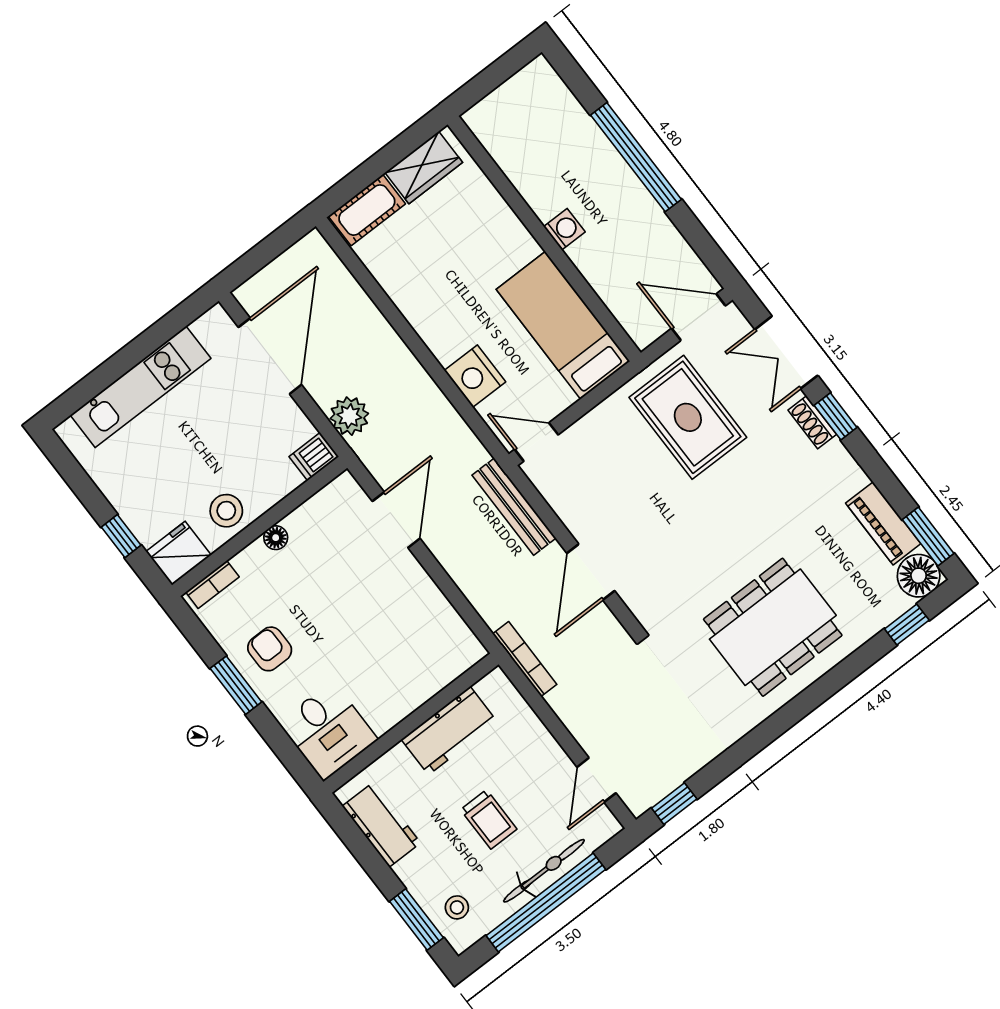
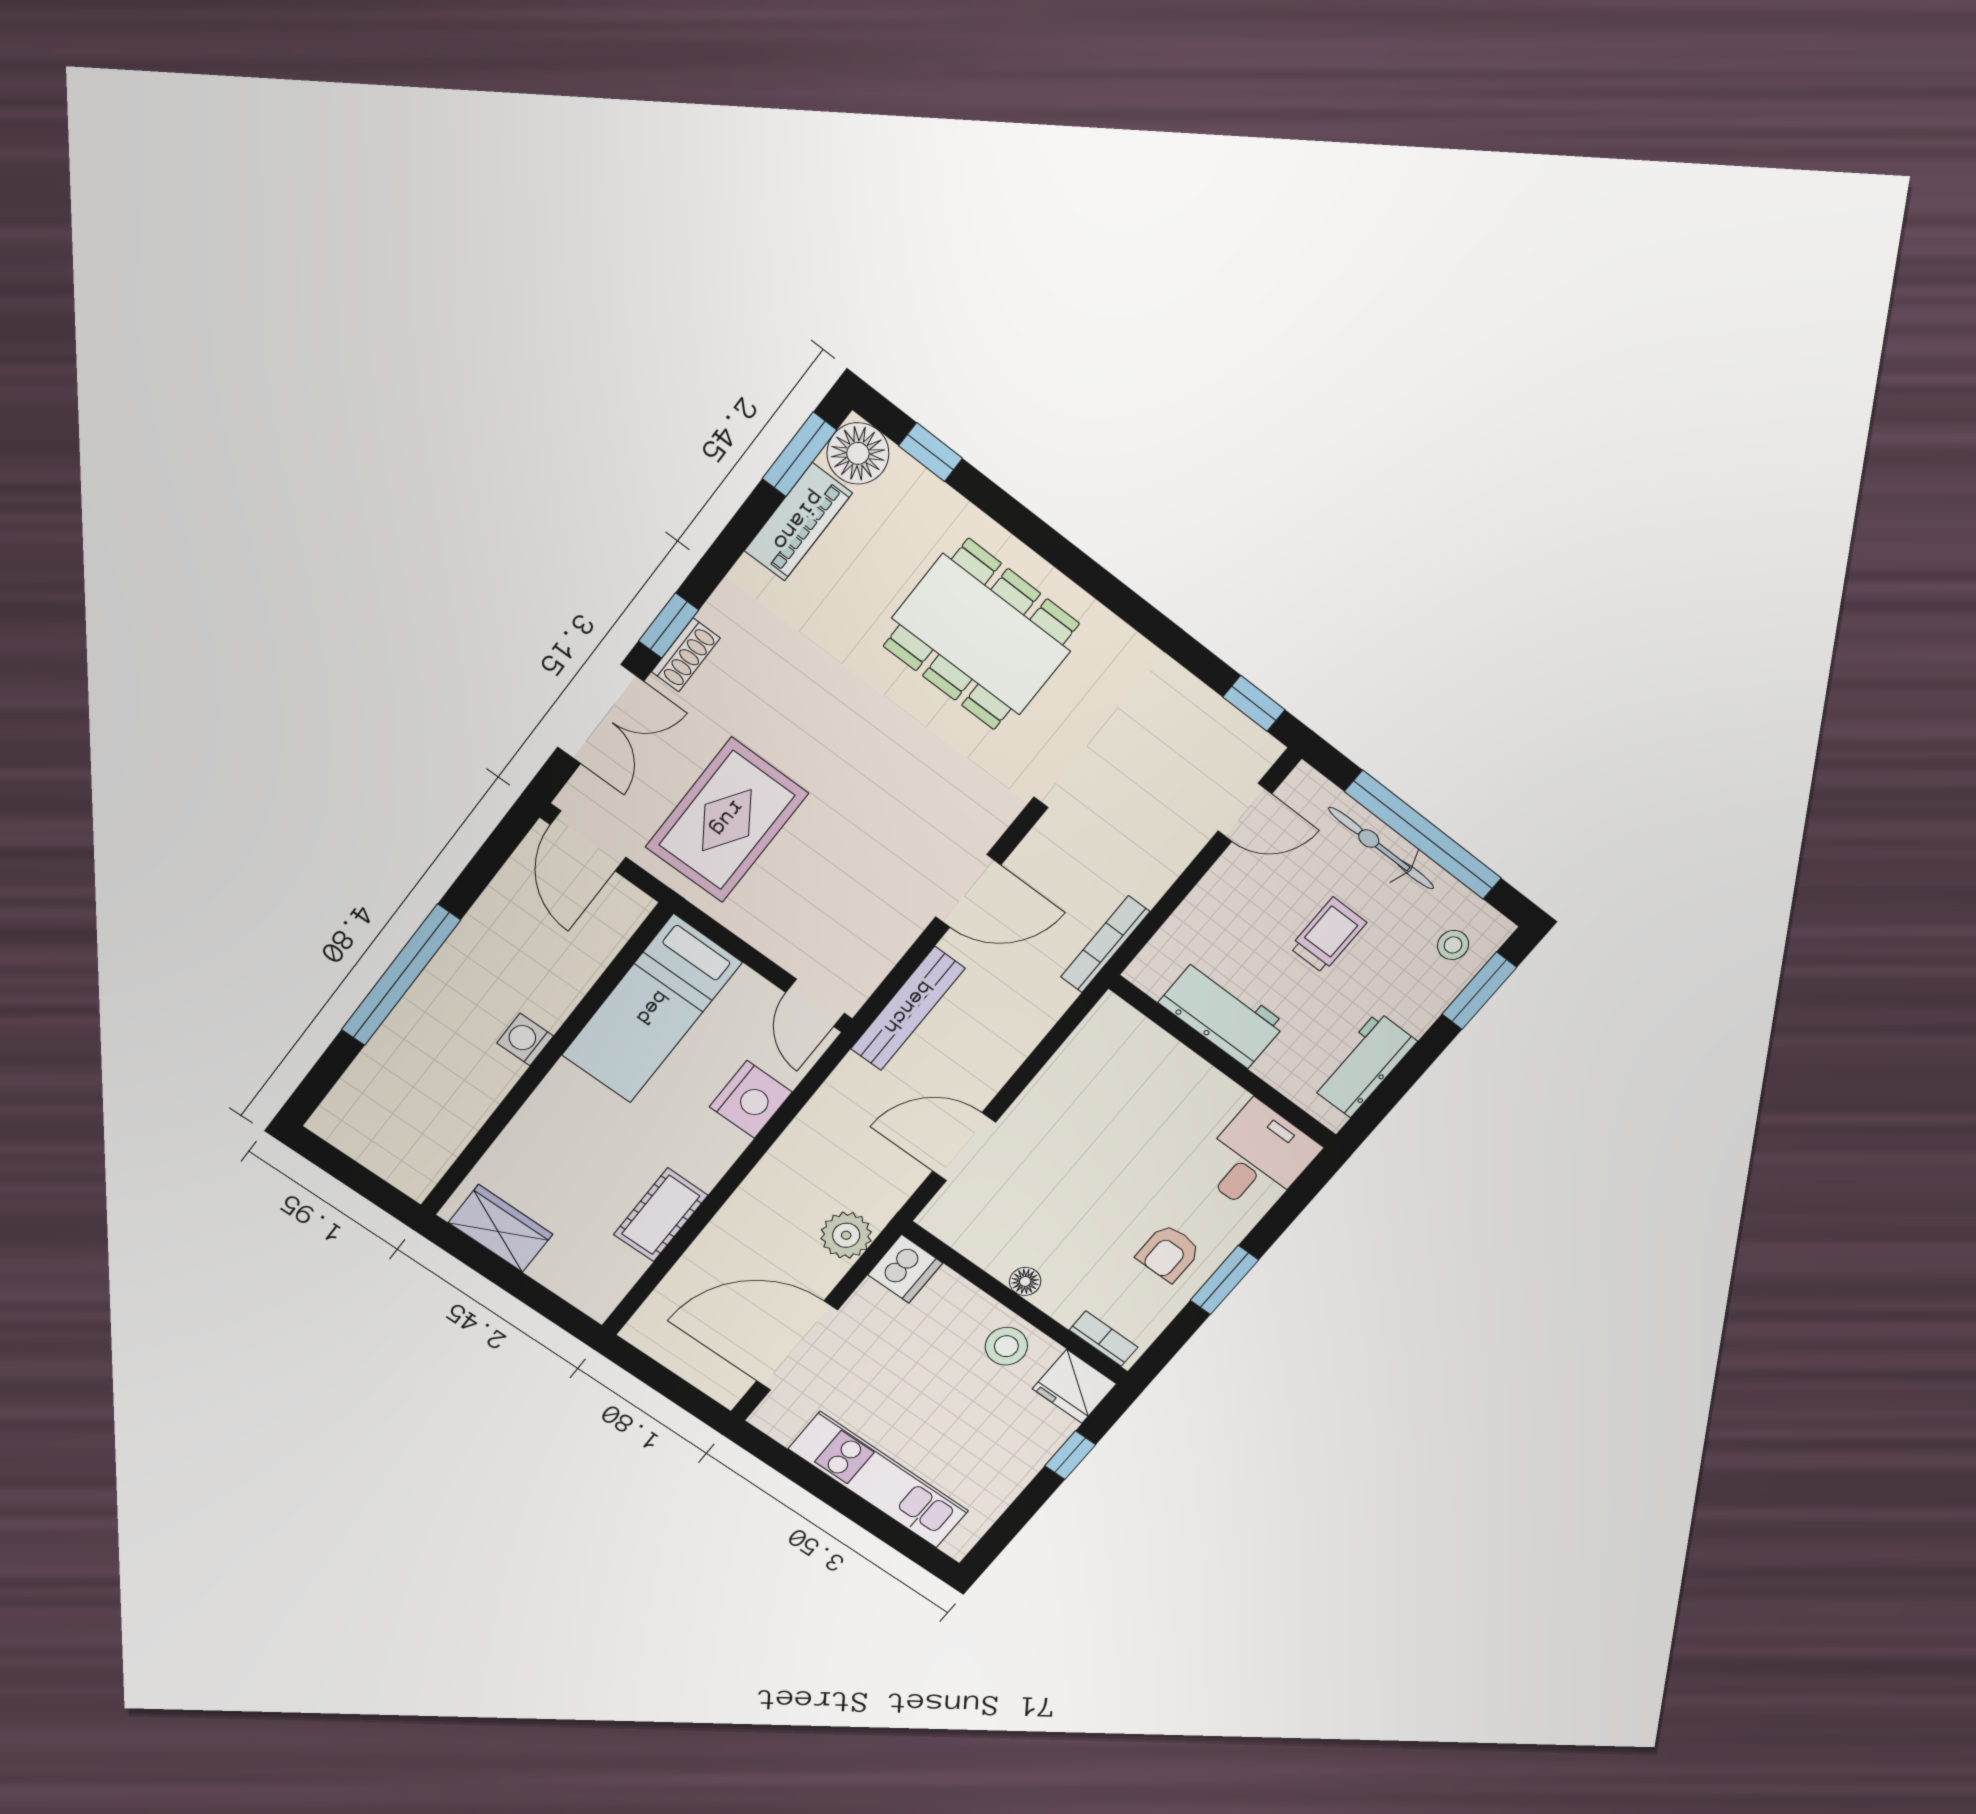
cot: (367, 210) -> (661, 1215), moved, turned 90
dishwasher: (314, 457) -> (905, 1269), width x1.38

